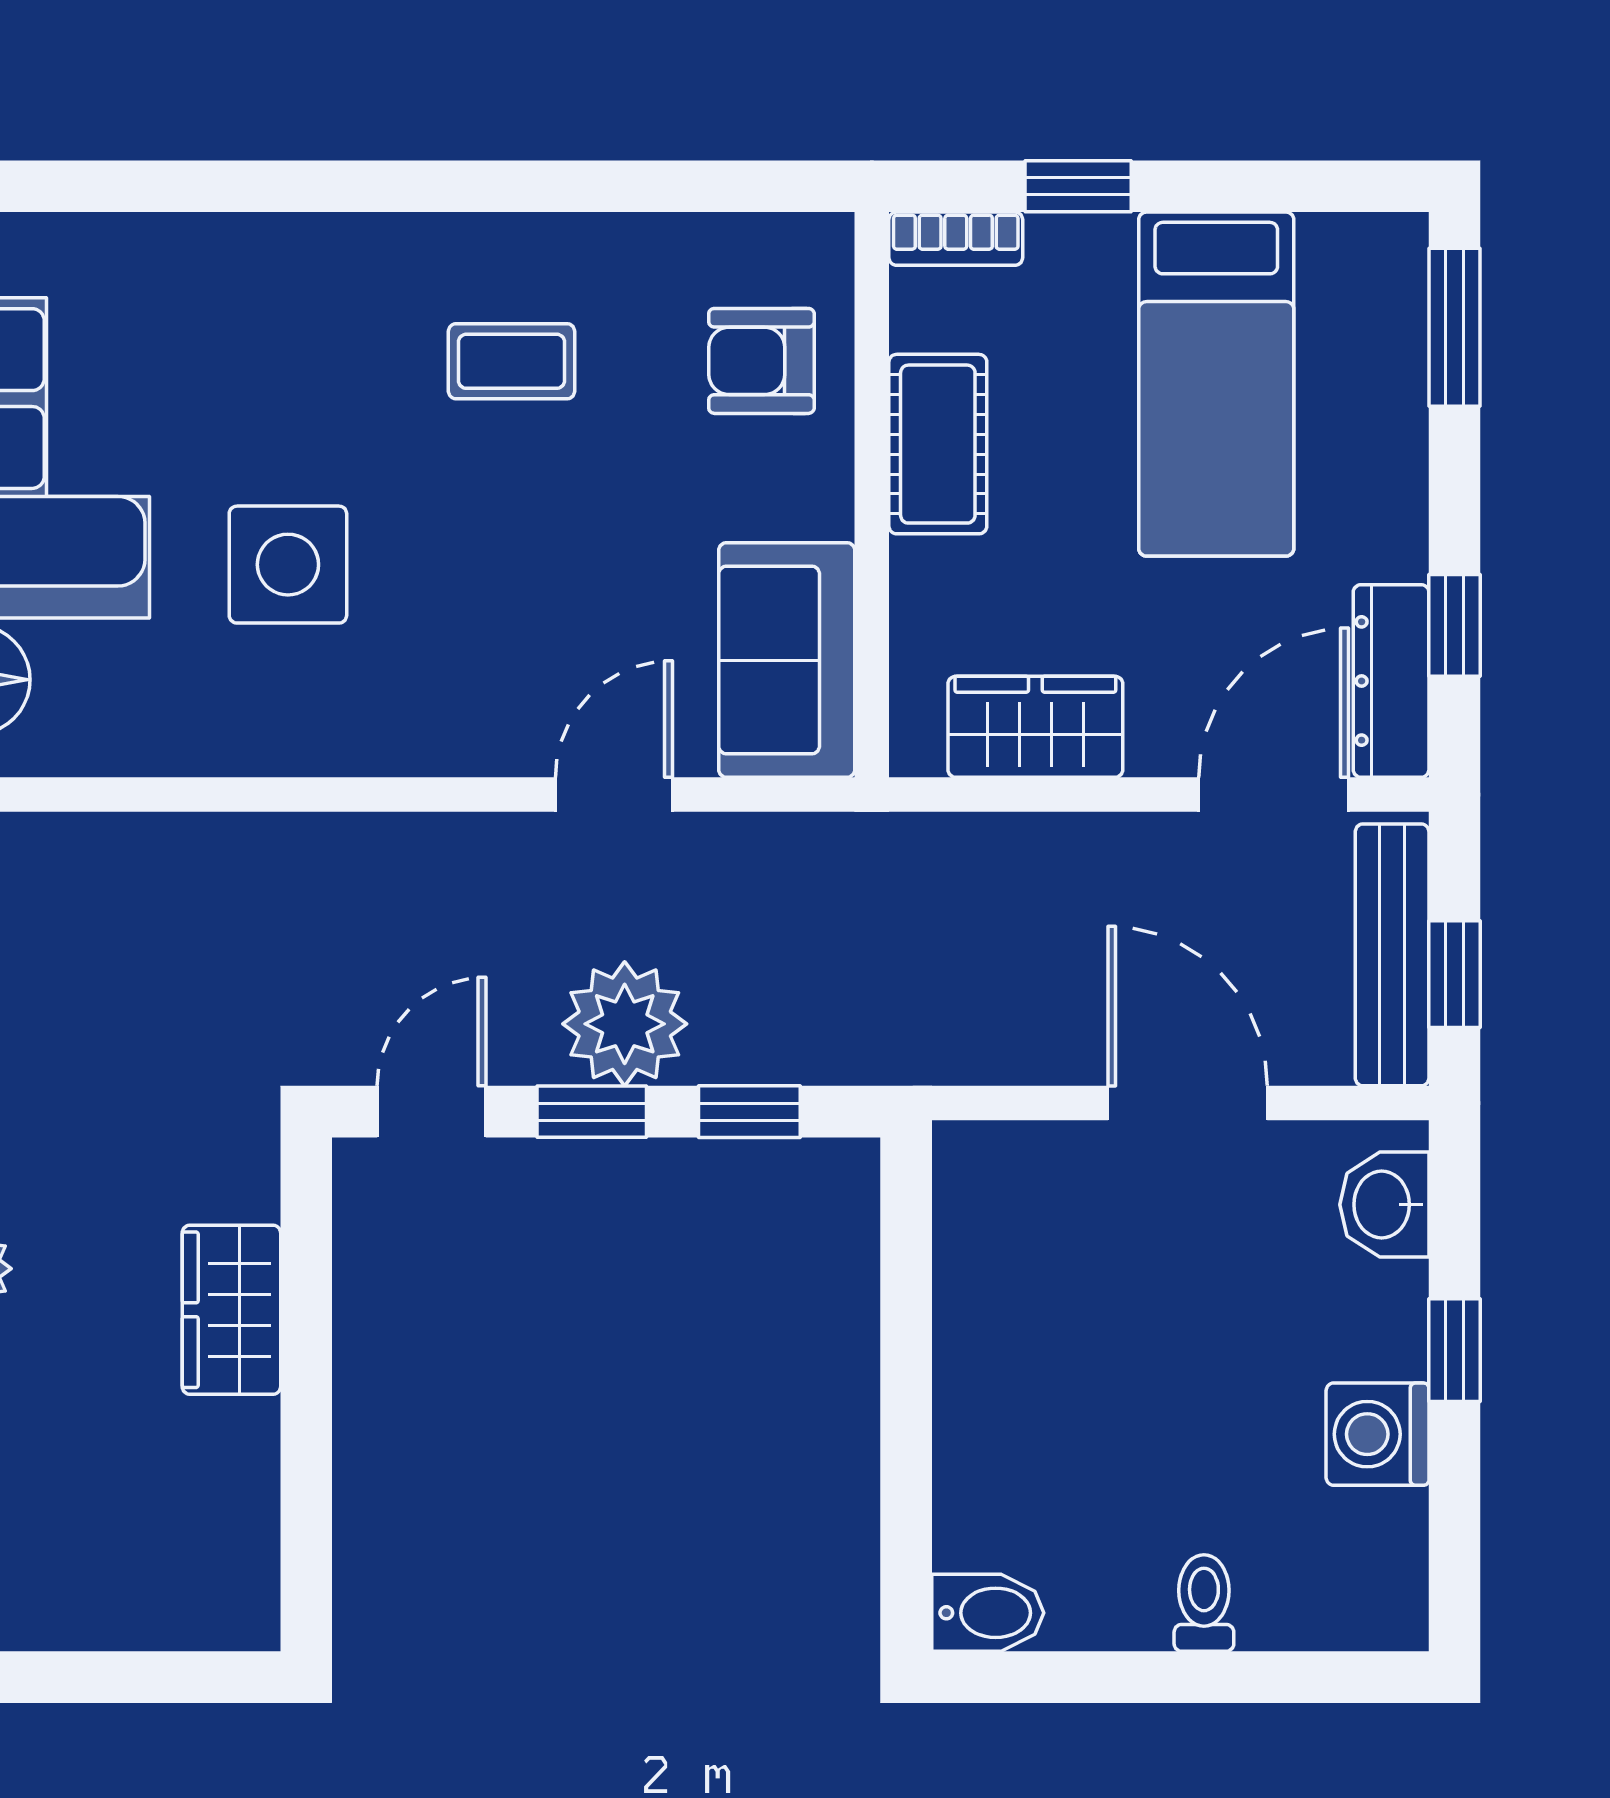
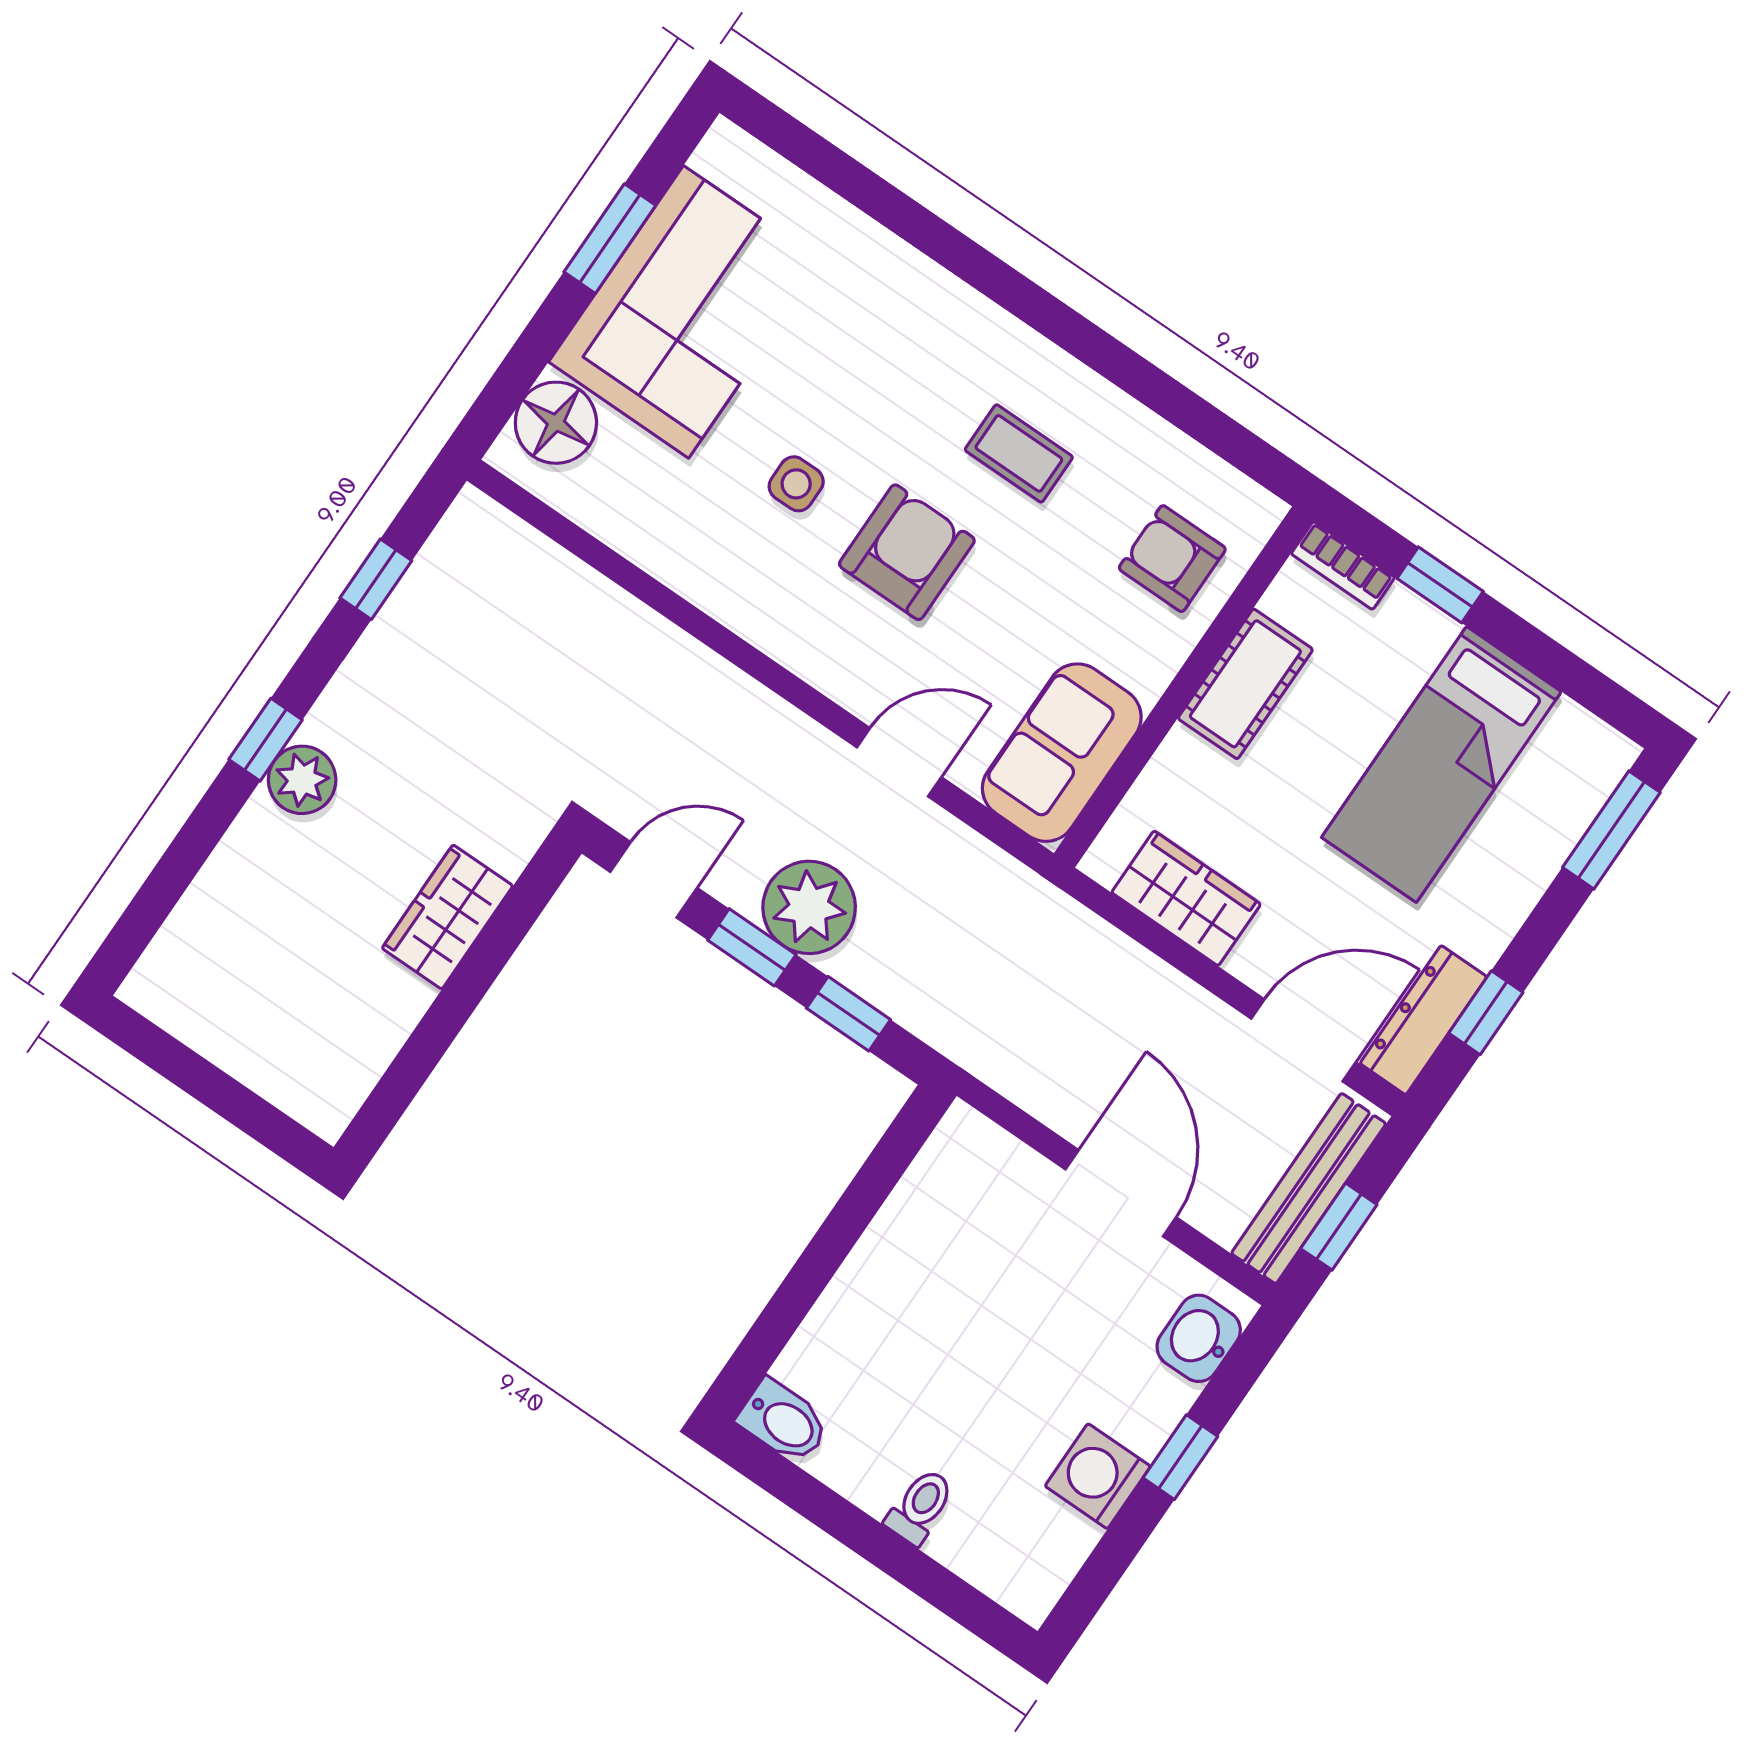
armchair: (463, 556) -> (907, 552), added
side table: (288, 565) -> (796, 484), width x0.54, depth x0.54

